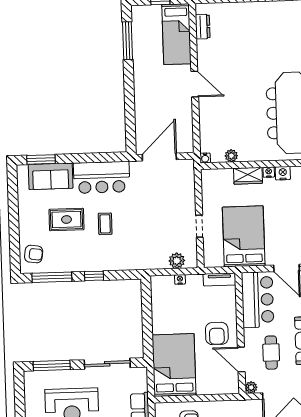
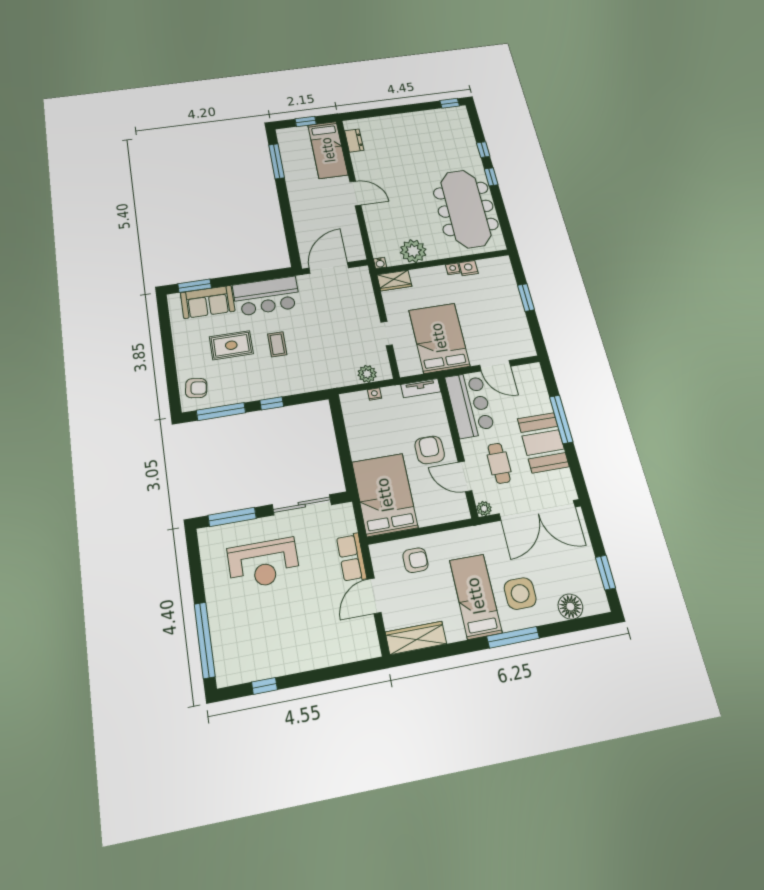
plant: (231, 156) -> (413, 251), width x1.87, depth x1.87
wardrobe: (248, 176) -> (394, 281), moved
armchair: (217, 333) -> (430, 450), turned 180

